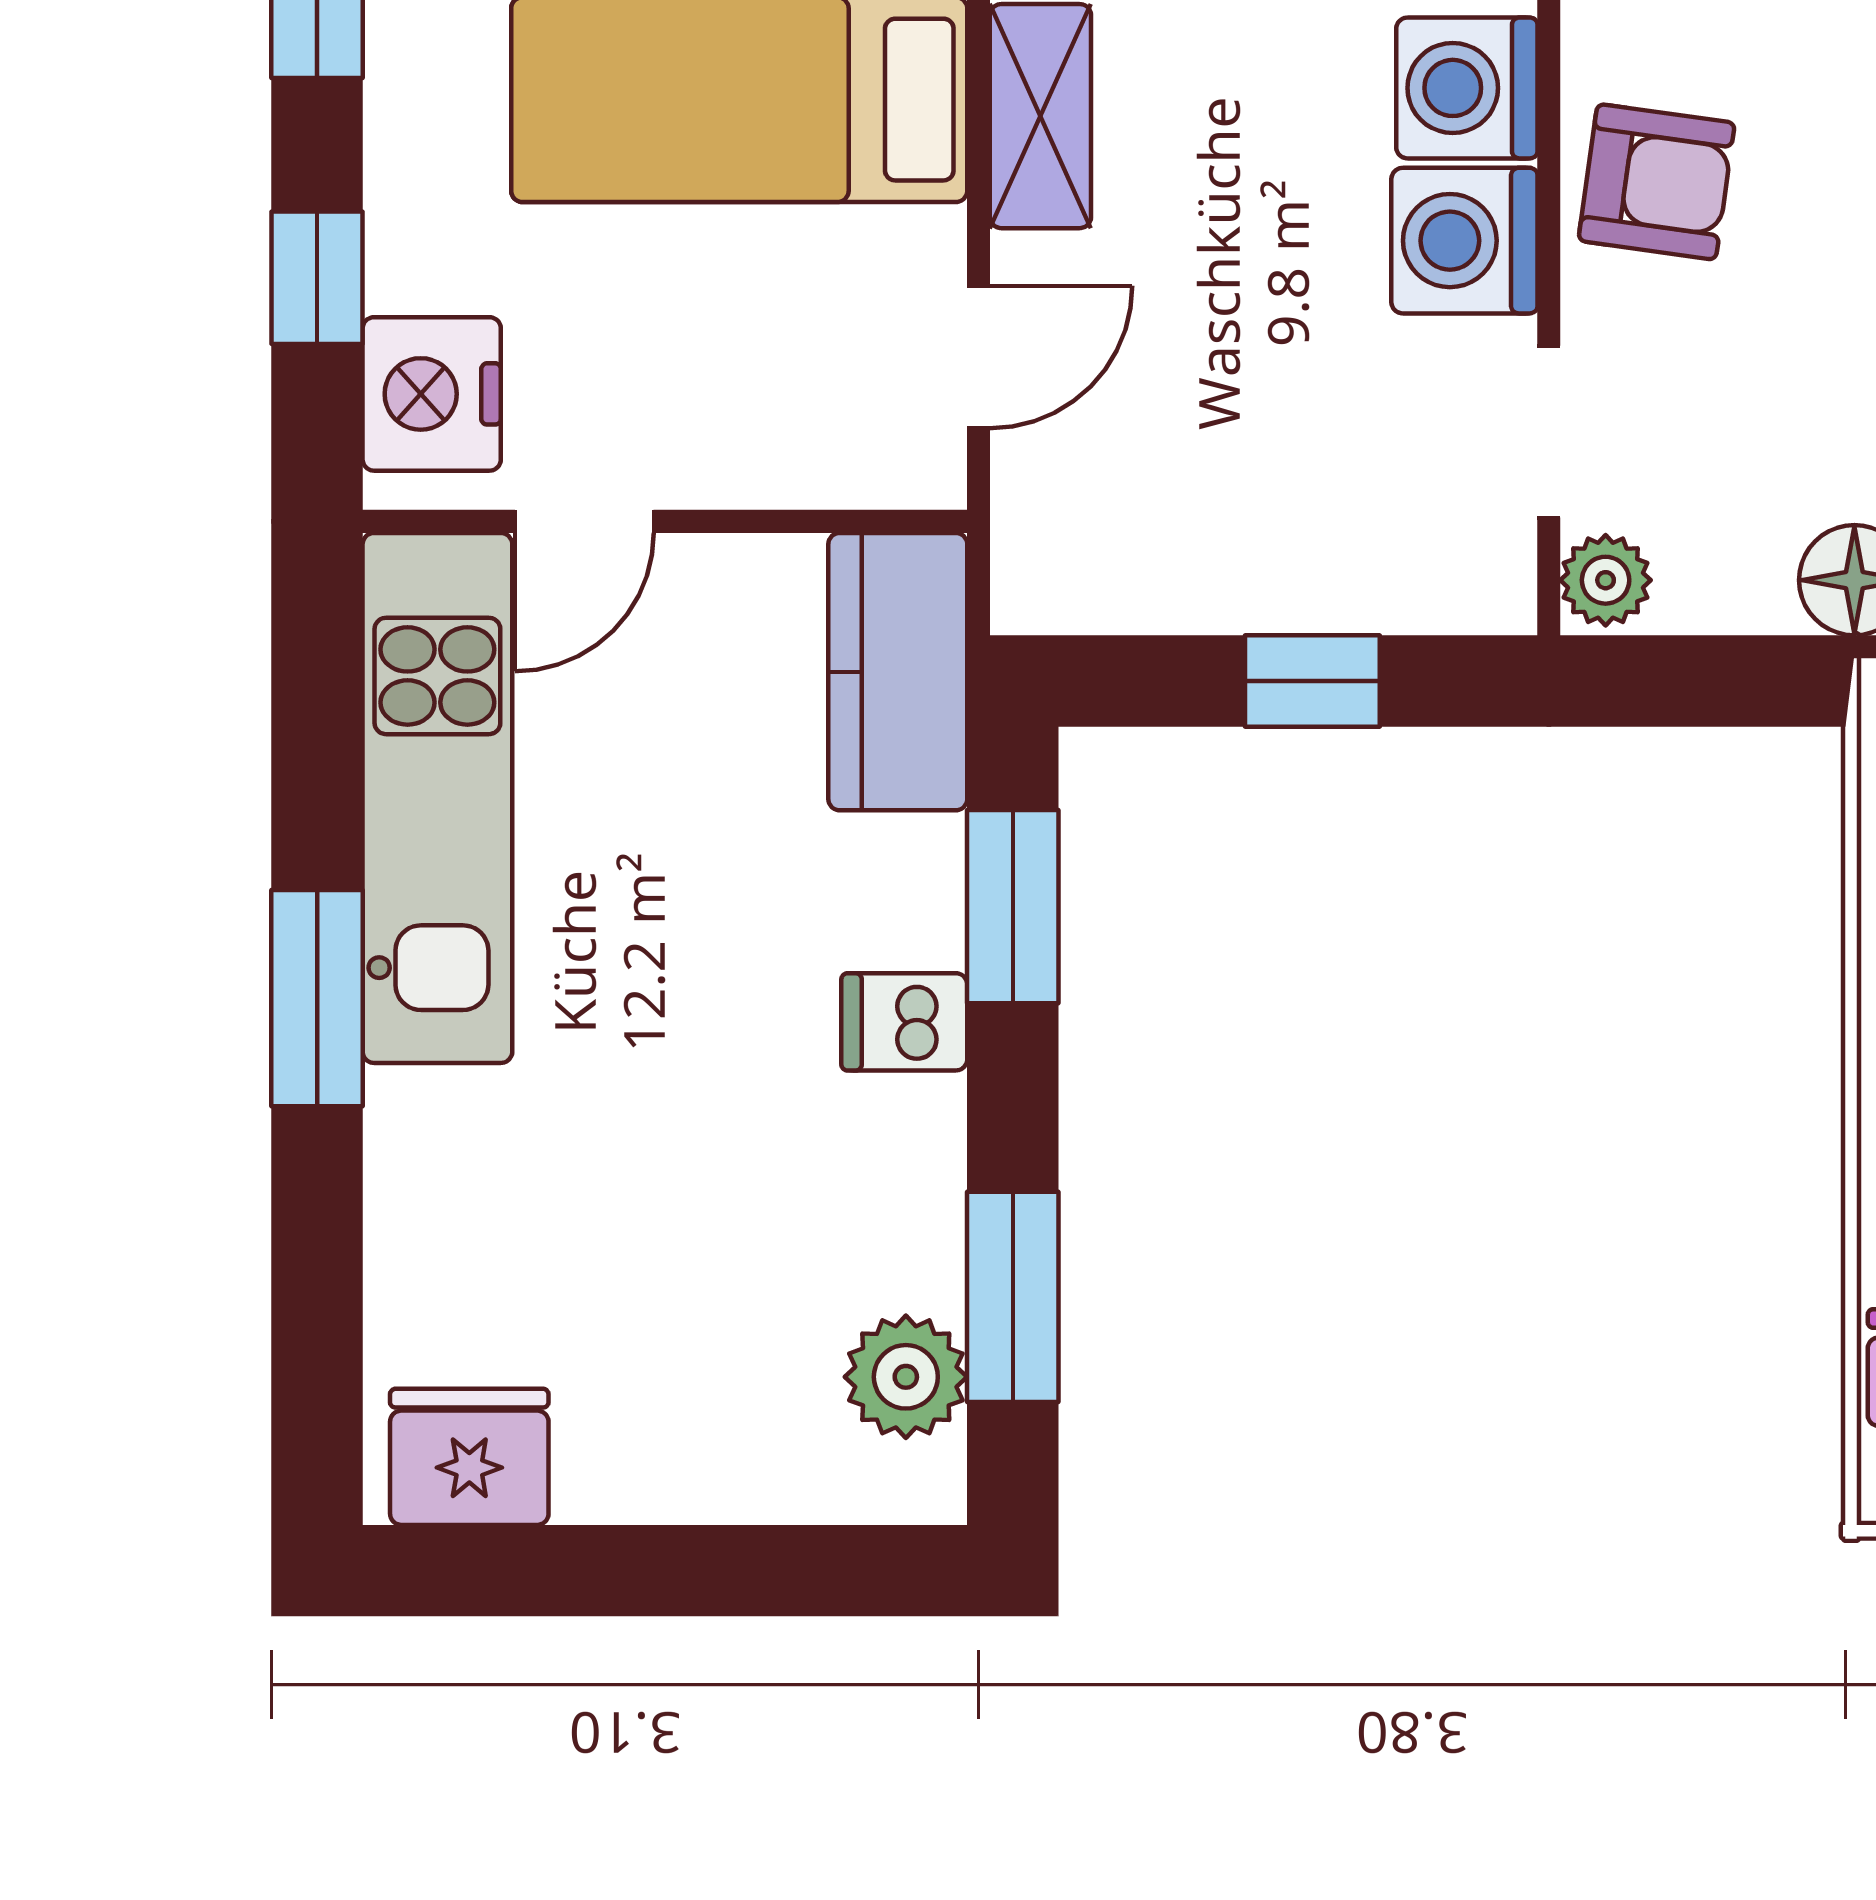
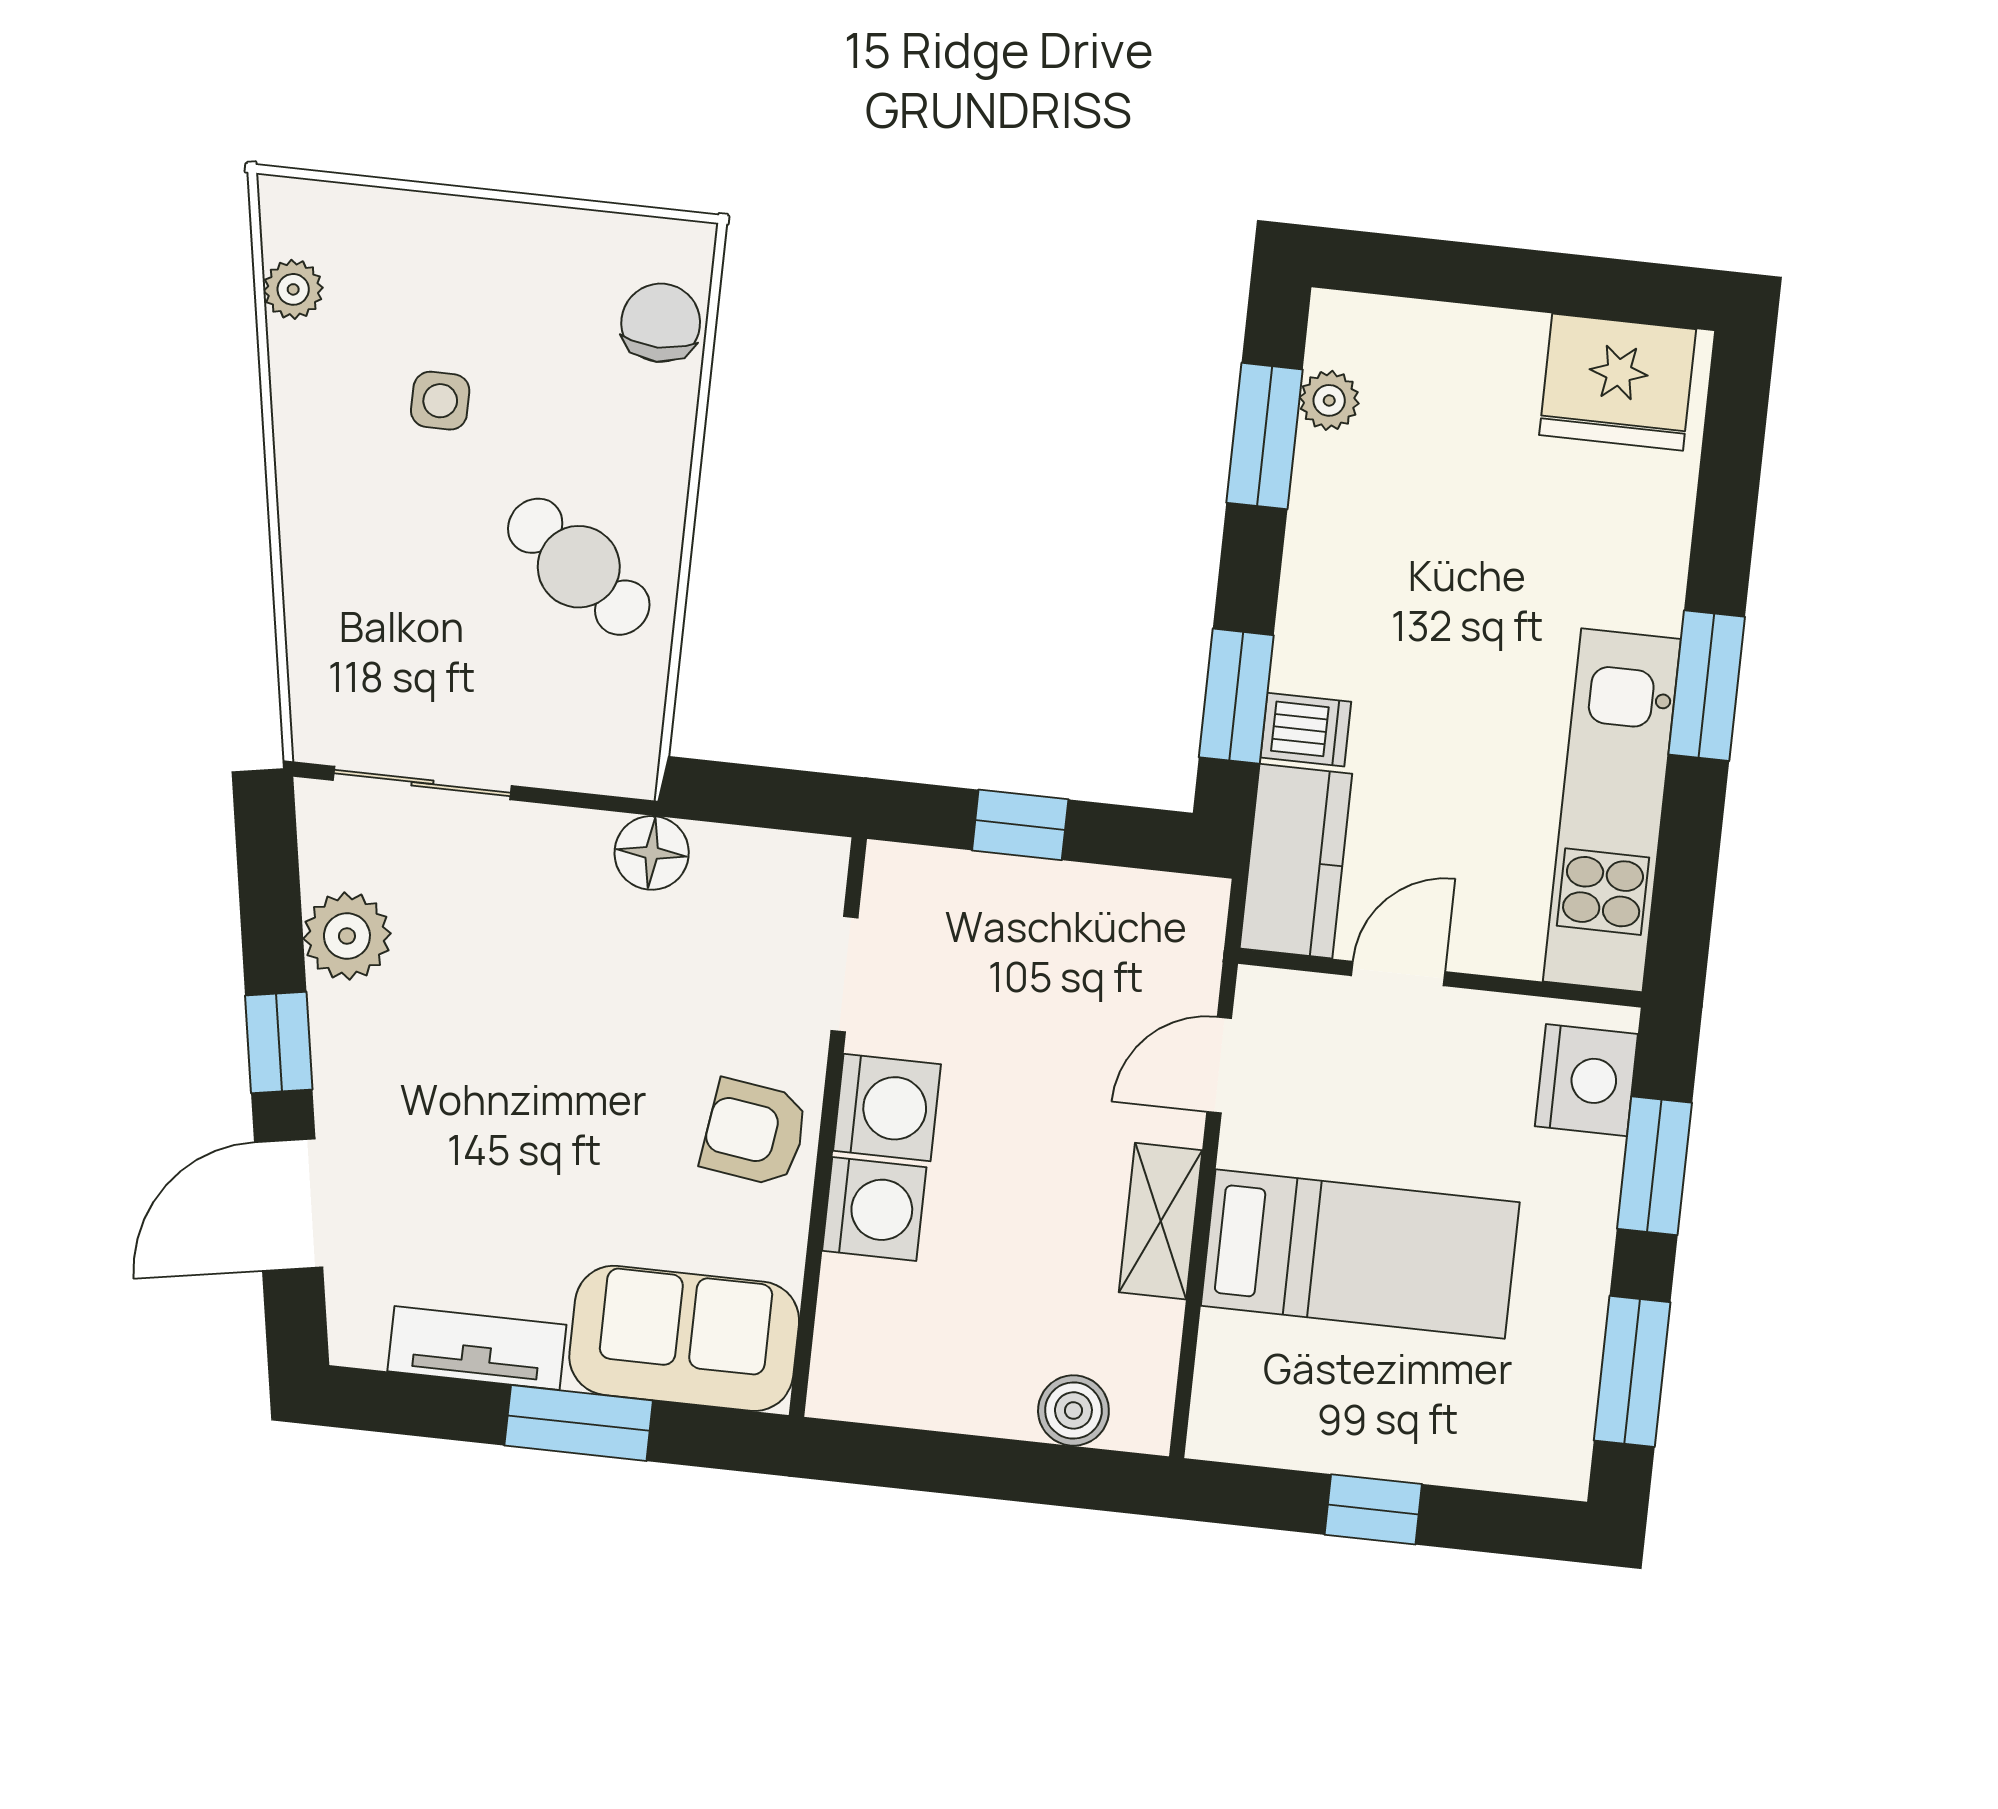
window: (317, 278) -> (1654, 1166), width x1.50
door: (584, 521) -> (1398, 974), moved
plant: (1606, 580) -> (817, 871), removed
dishwasher: (904, 1022) -> (1306, 730), moved
plant: (906, 1377) -> (1329, 400), width x0.73, depth x0.73
fridge: (469, 1457) -> (1618, 382), width x1.36, depth x1.34

